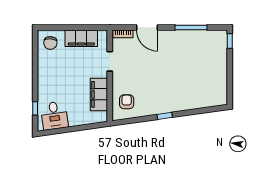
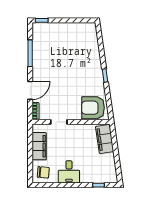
filing cabinet: (99, 94) -> (105, 139), moved, turned 82
armchair: (127, 102) -> (93, 108), width x1.88, depth x1.88
desk: (54, 116) -> (69, 172), moved, turned 98

